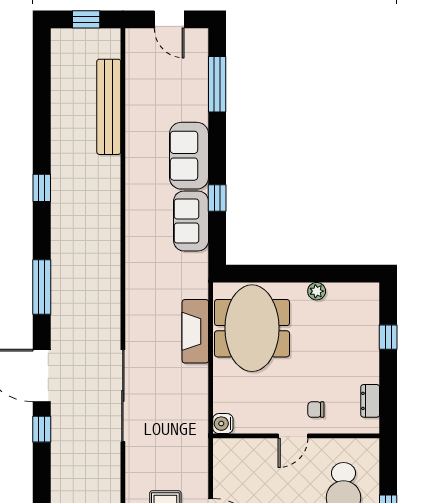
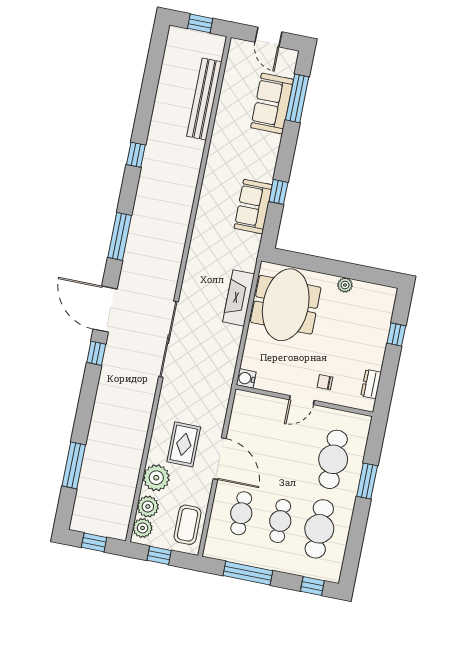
sofa: (189, 156) -> (272, 104), moved

